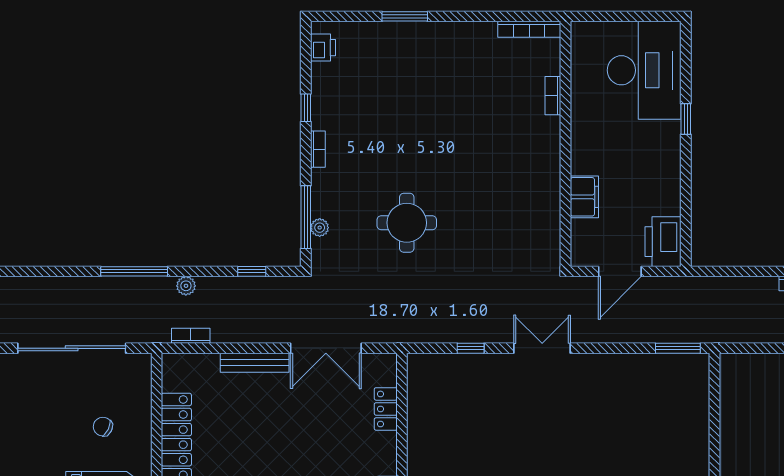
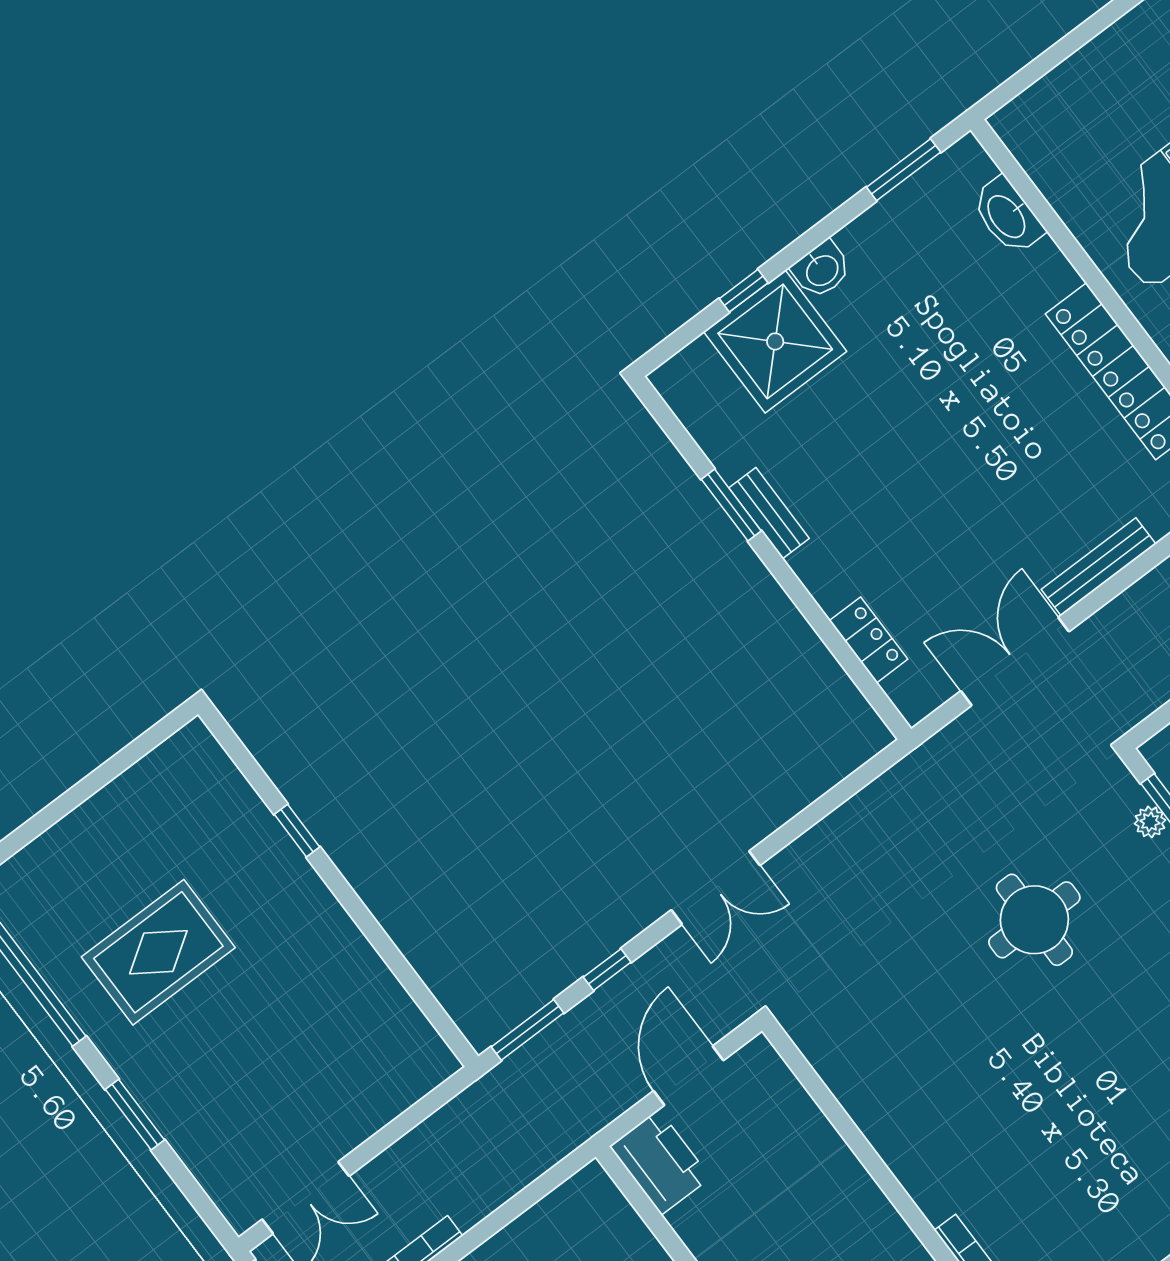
filing cabinet: (584, 197) -> (816, 1142), removed
window: (471, 348) -> (607, 970), moved

